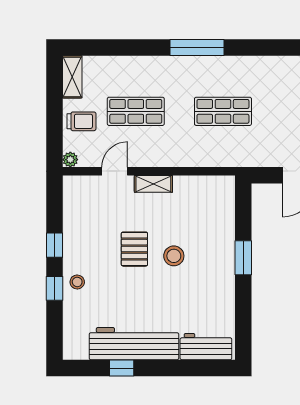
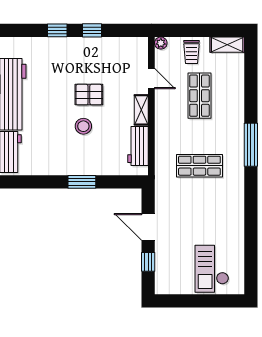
shop shelf: (223, 111) -> (199, 166), turned 90
workbench: (199, 188) -> (138, 146), added
stool: (77, 282) -> (62, 49), removed

